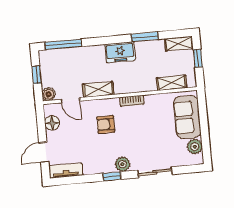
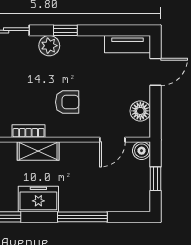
window: (63, 44) -> (82, 217), moved
shelving: (98, 89) -> (38, 151), moved
door: (70, 100) -> (112, 140), swing flipped

